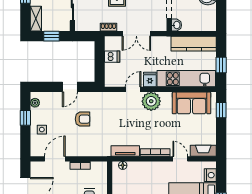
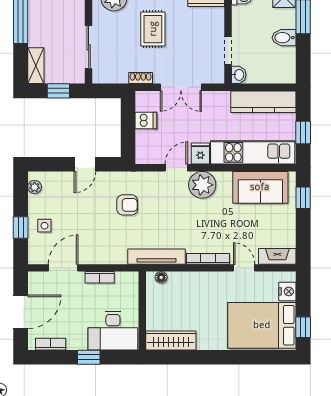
window: (25, 118) -> (21, 227), moved
armchair: (83, 119) -> (127, 205), moved
tv unit: (125, 151) -> (157, 257), width x1.41

